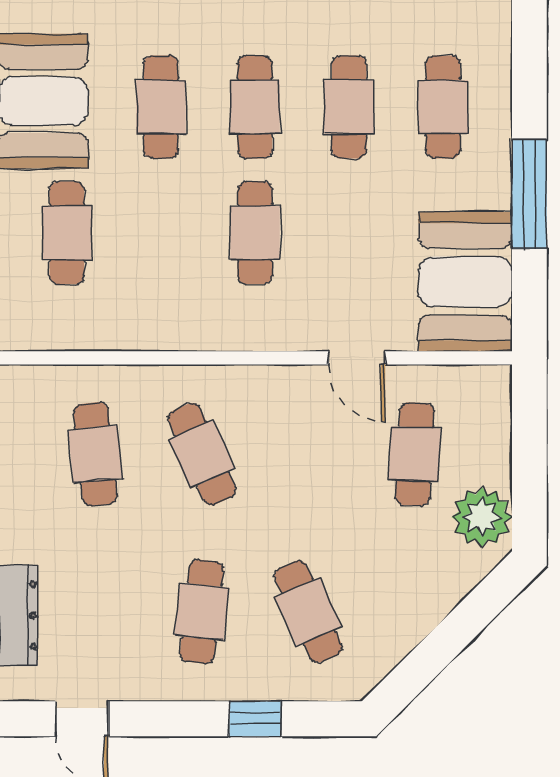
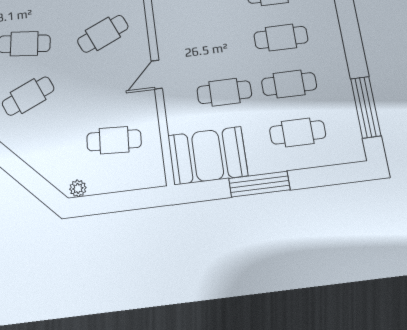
cafe table: (255, 233) -> (224, 92), moved
door: (357, 358) -> (157, 75), moved
plant: (482, 517) -> (78, 188), width x0.53, depth x0.53

